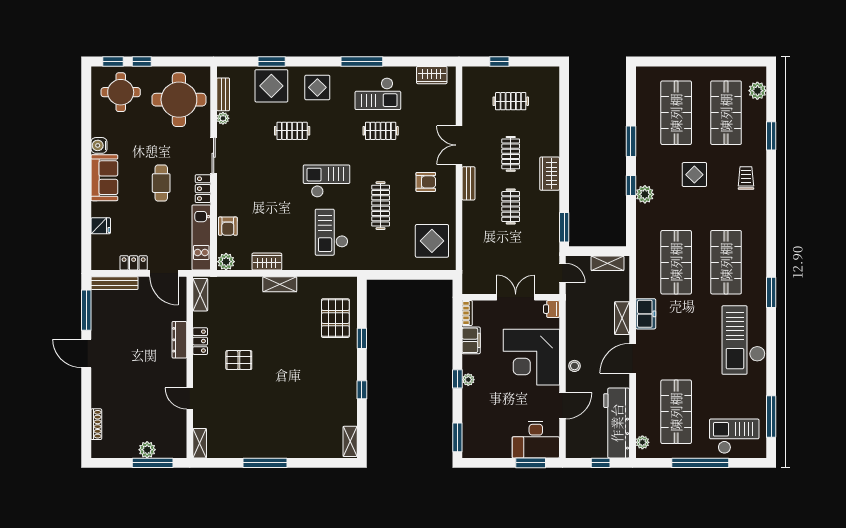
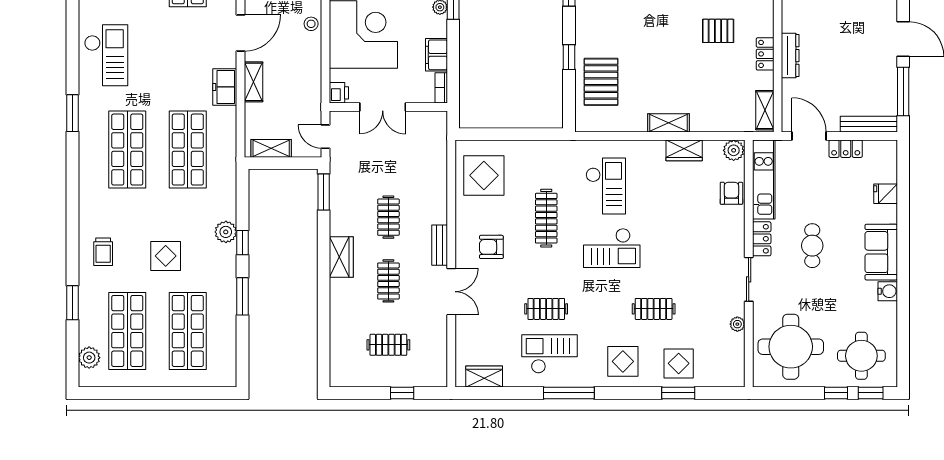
display table: (271, 86) -> (679, 363), width x0.73, depth x0.73
bench: (223, 94) -> (737, 353), removed
checkout: (744, 340) -> (106, 55), width x0.73, depth x0.83

